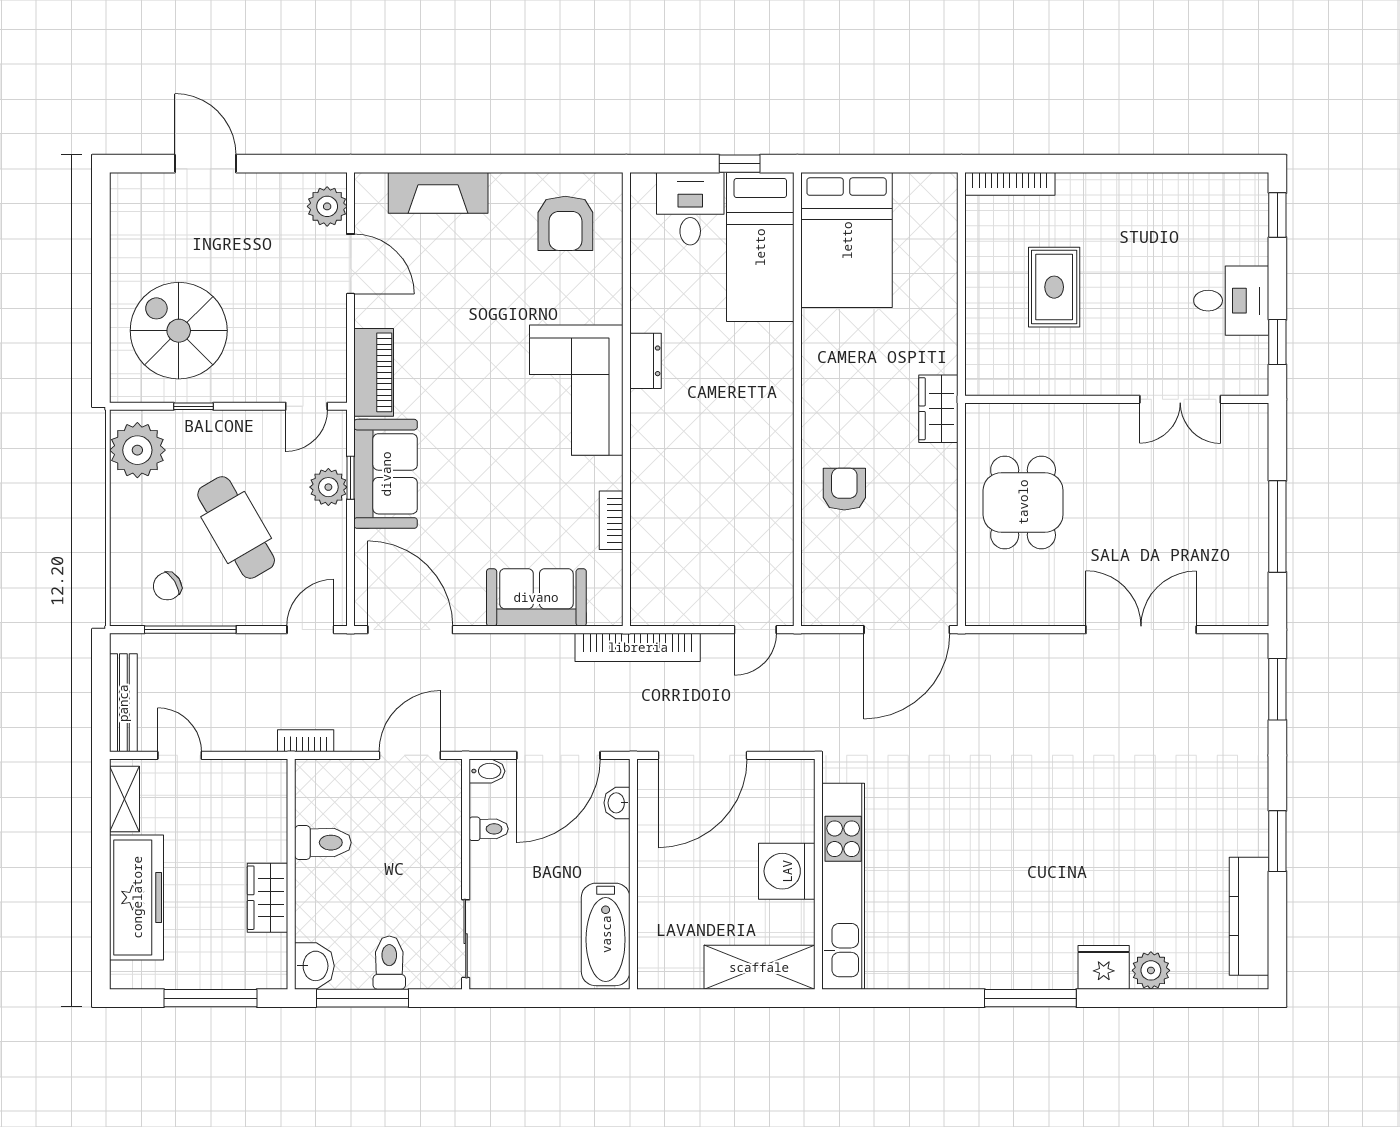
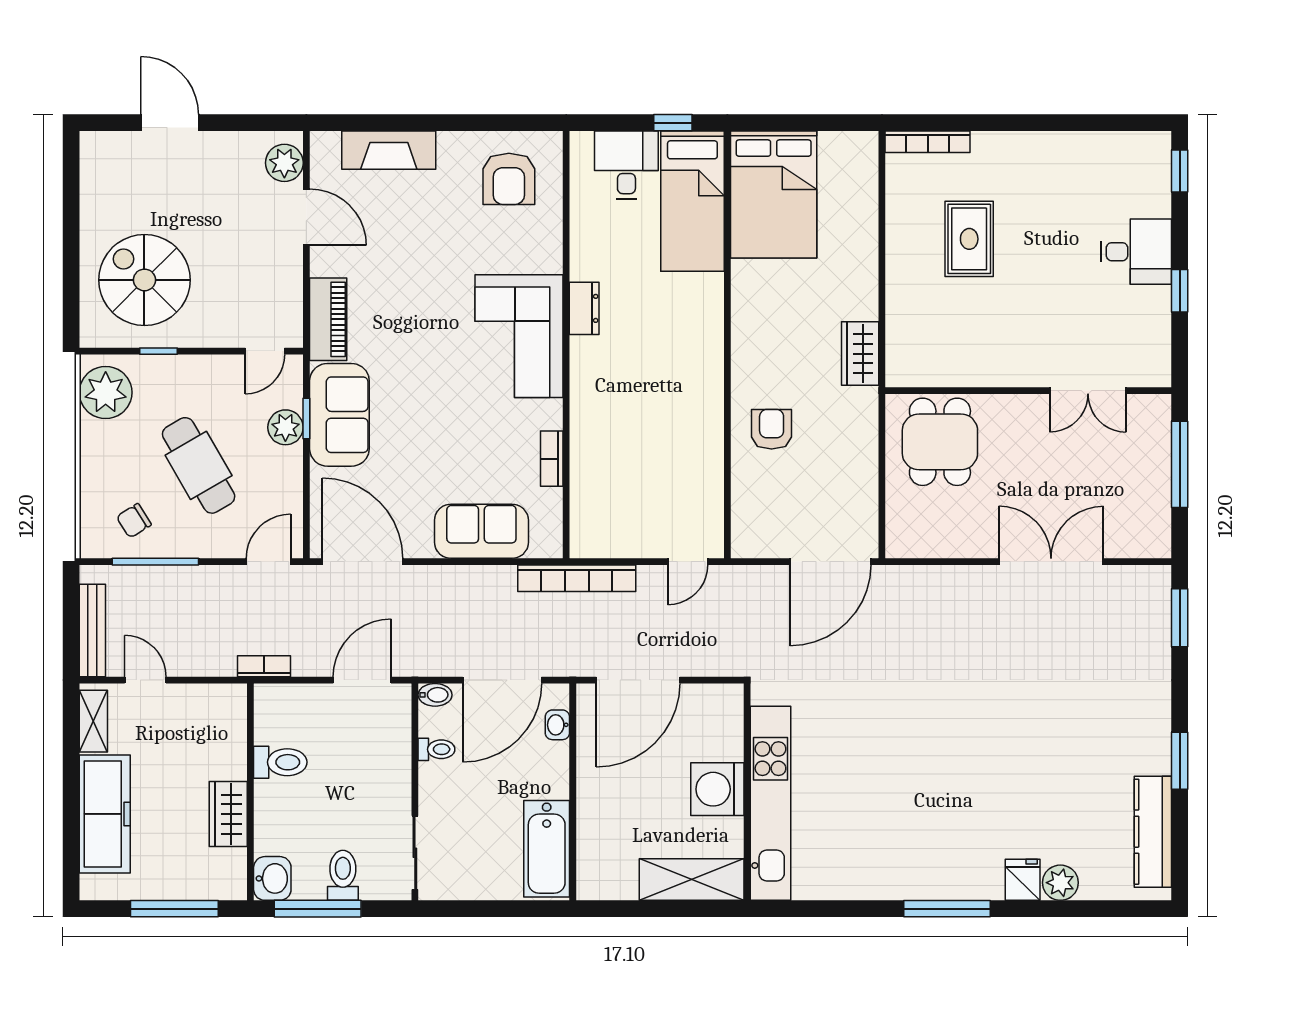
wall: (1117, 399) -> (1028, 391), moved
double door: (1180, 399) -> (1088, 391), moved
fridge: (1104, 967) -> (1023, 880), width x0.72

